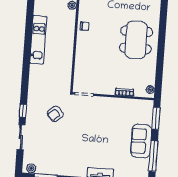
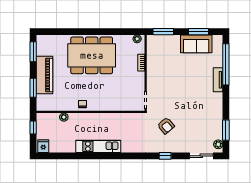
dining table: (136, 40) -> (92, 55), width x1.36, depth x1.24
sliding door: (21, 137) -> (201, 156), moved
sofa: (141, 141) -> (196, 44), moved
window: (153, 156) -> (198, 32), width x0.69

